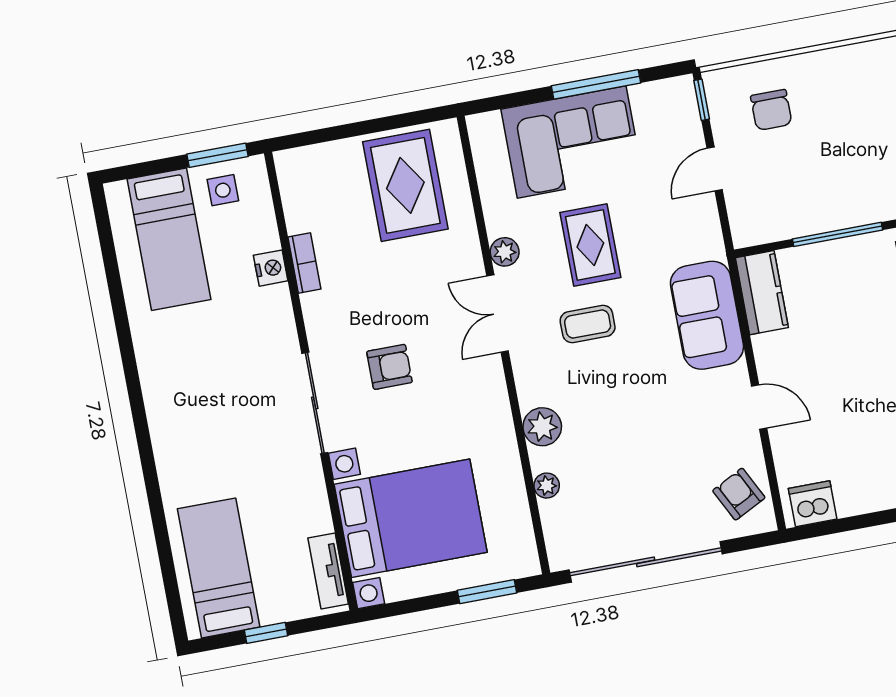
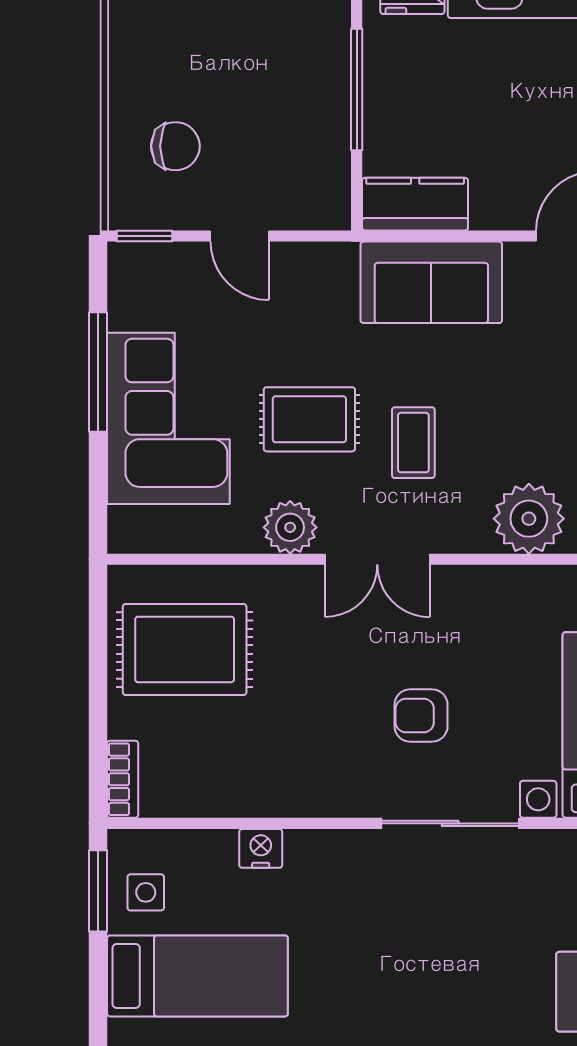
plant: (505, 252) -> (290, 527), width x1.38, depth x1.38
bookcase: (304, 263) -> (123, 779), moved, turned 90
armchair: (389, 367) -> (421, 716), turned -90
plant: (542, 427) -> (529, 519), width x1.36, depth x1.36

